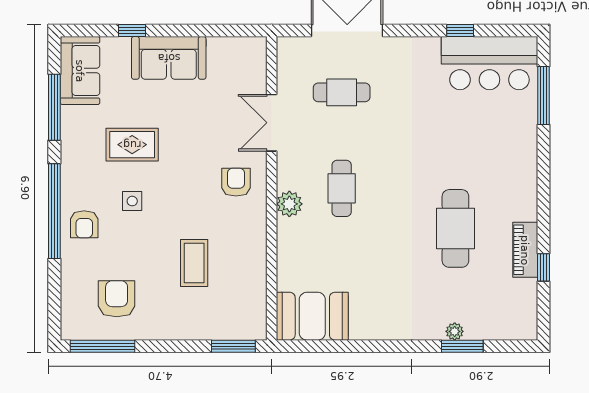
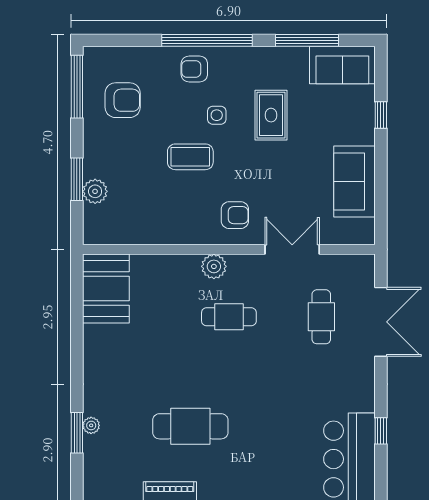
sofa: (169, 58) -> (354, 181), moved
coffee table: (194, 263) -> (190, 157), moved
plant: (211, 327) -> (95, 191), added
window: (233, 346) -> (77, 179), moved

